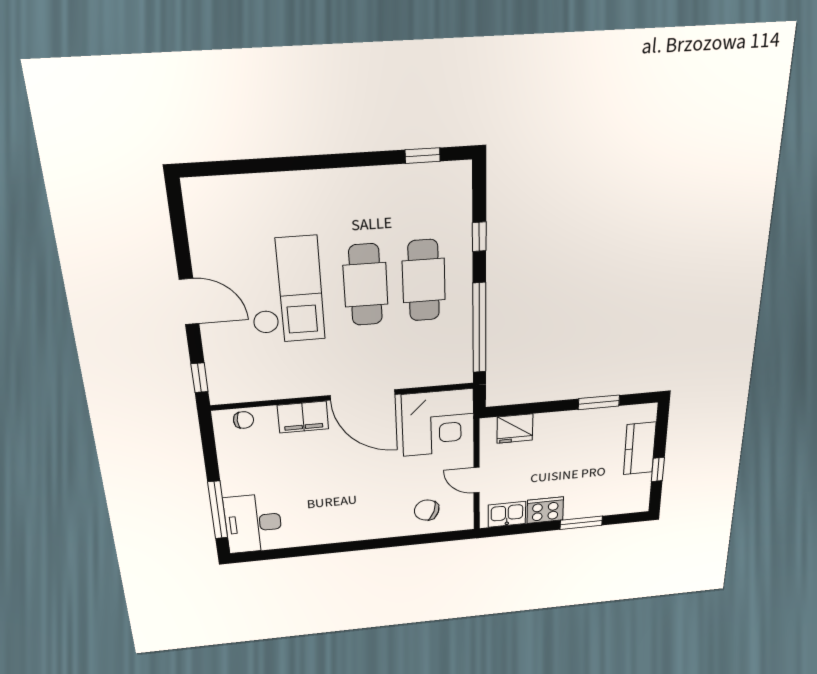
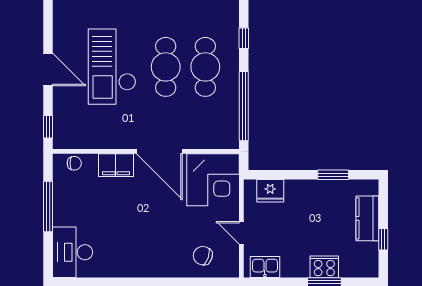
checkout: (286, 290) -> (112, 67), turned 180
window: (218, 510) -> (48, 206), moved
cooker: (545, 510) -> (324, 267), moved

